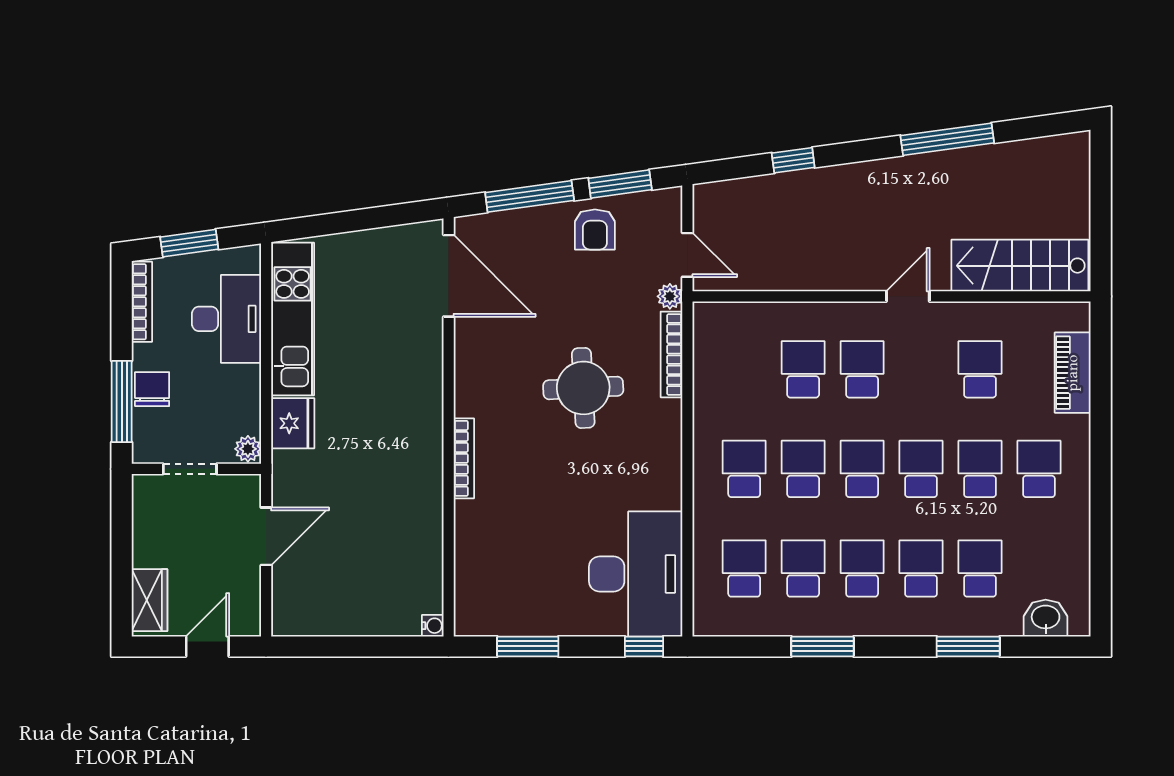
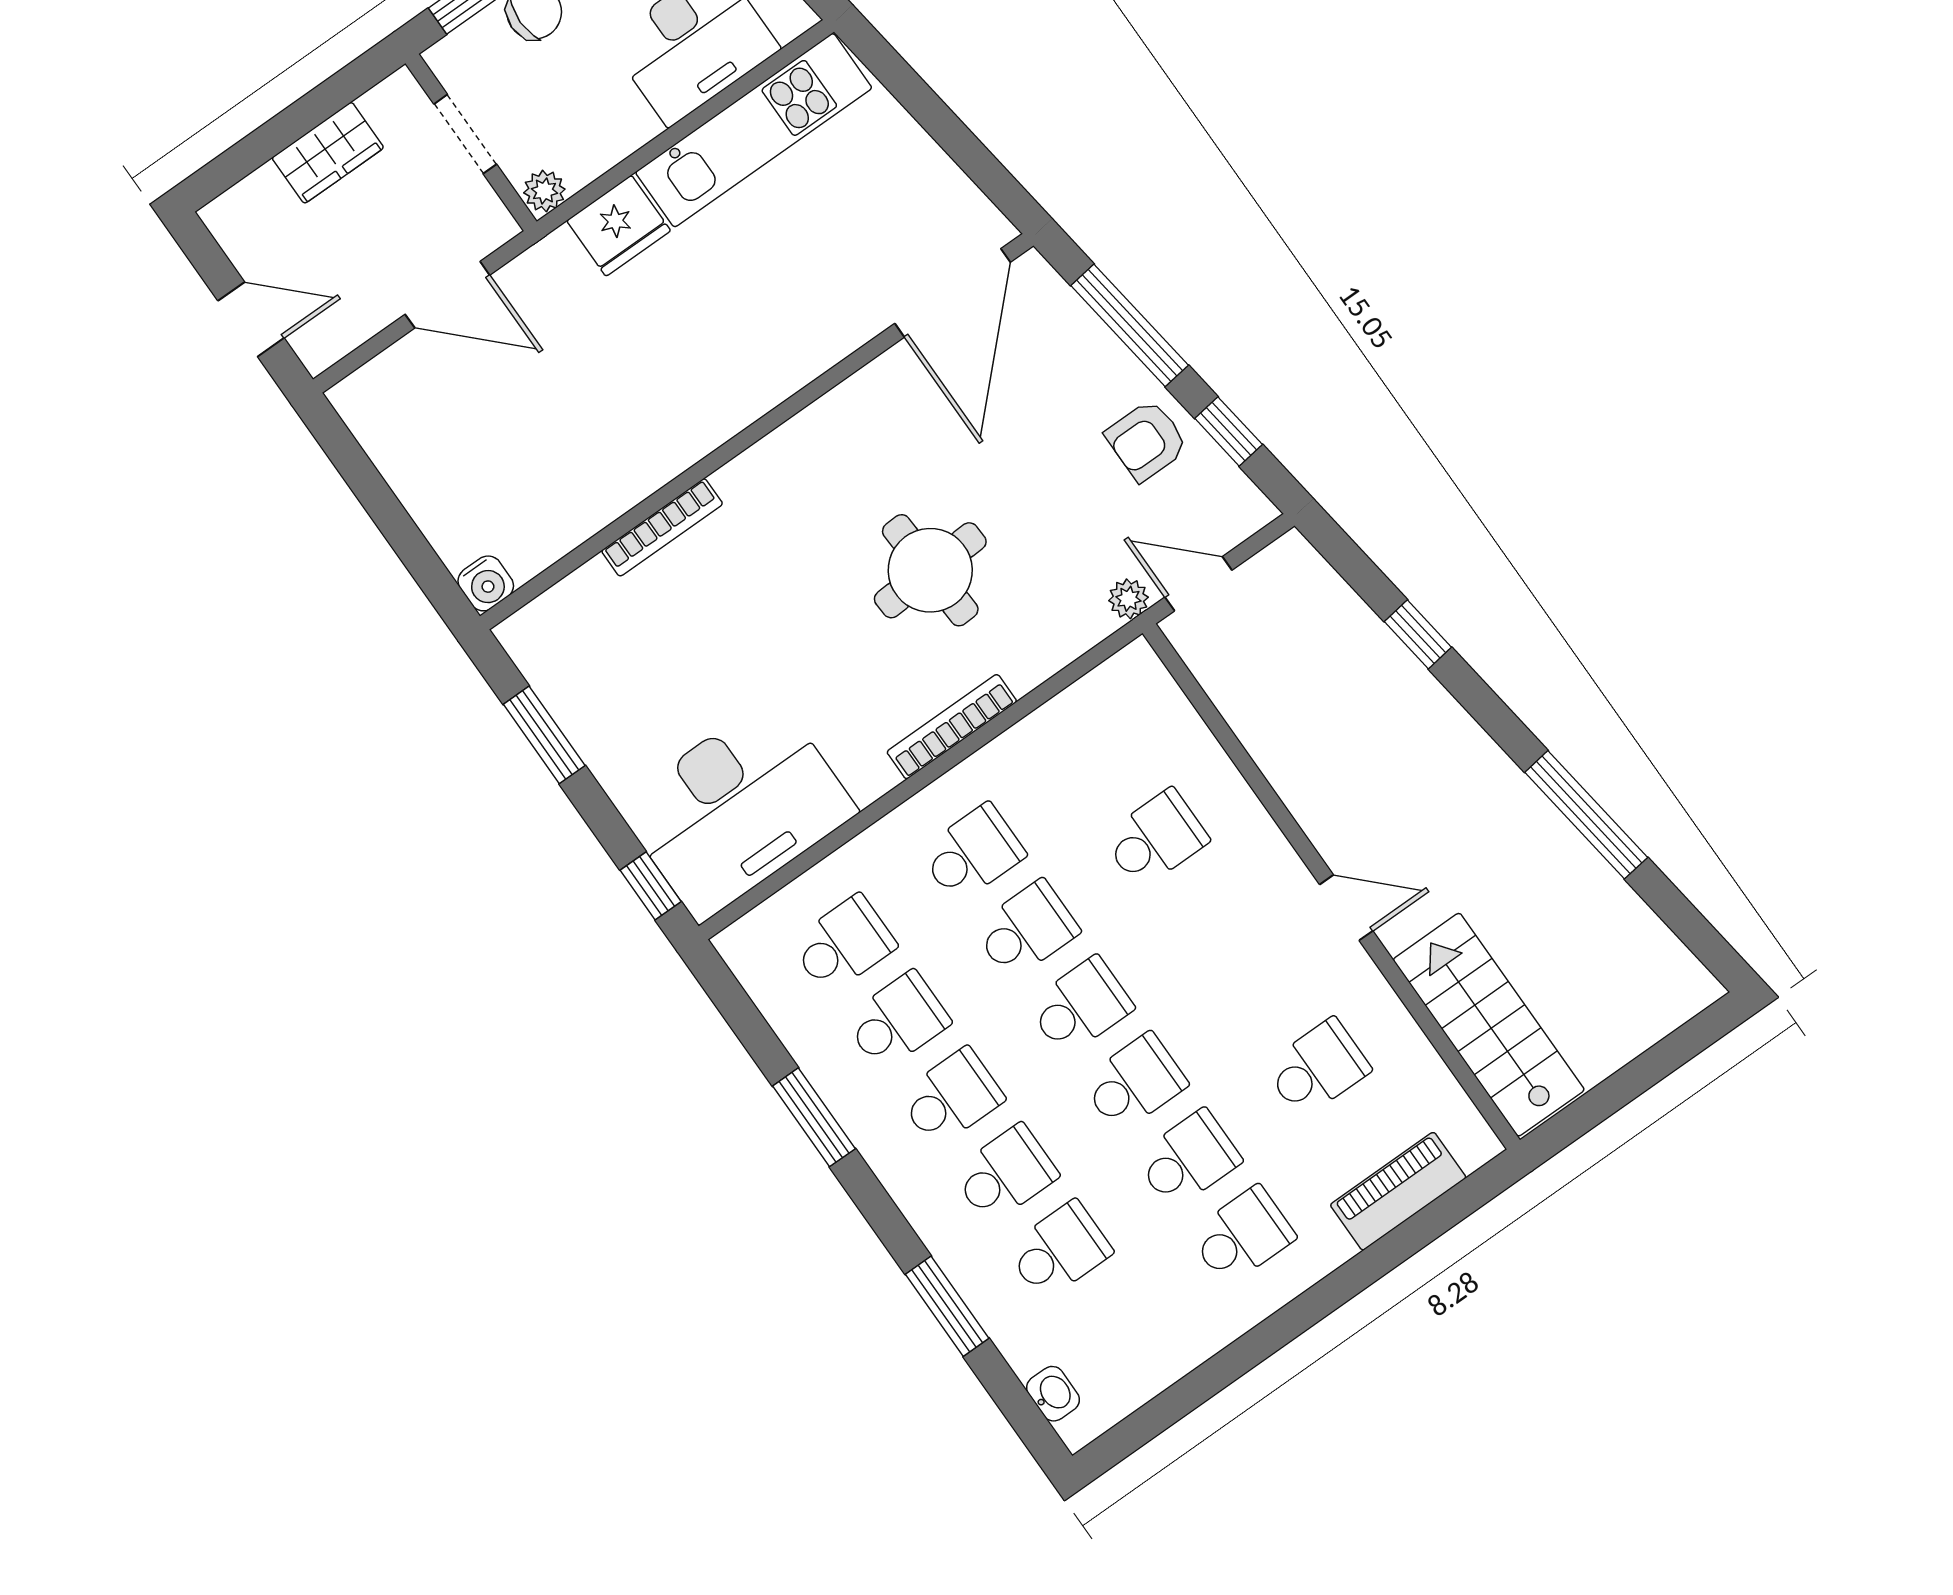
window: (620, 184) -> (1229, 431), width x0.67
door: (687, 255) -> (1198, 584), swing flipped
bookcase: (672, 354) -> (952, 727), moved
school desk: (862, 369) -> (1210, 915), removed
bookcase: (464, 458) -> (662, 527), moved
wardrobe: (150, 600) -> (328, 153), moved
washbasin: (1046, 618) -> (1053, 1394), width x0.72, depth x0.69
water cooler: (433, 626) -> (486, 583), width x1.38, depth x1.38

